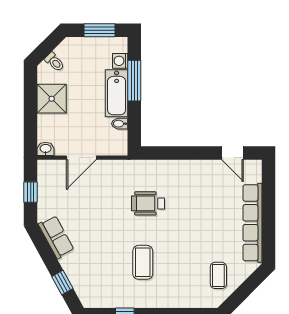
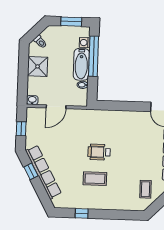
window: (134, 81) -> (94, 56), width x1.46
wheelchair: (148, 203) -> (99, 152), moved
row of seats: (56, 237) -> (44, 172), width x2.02
coffee table: (143, 262) -> (95, 179), turned 90
window: (62, 283) -> (31, 171), moved

